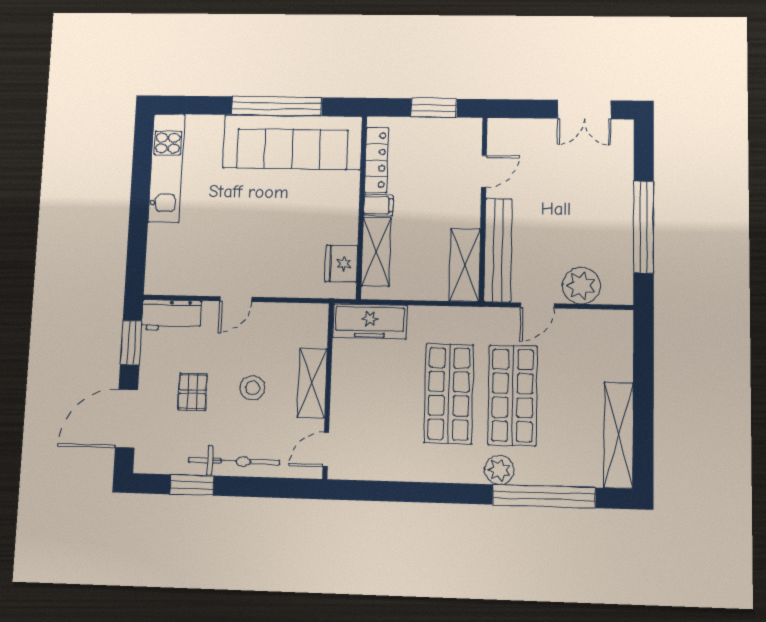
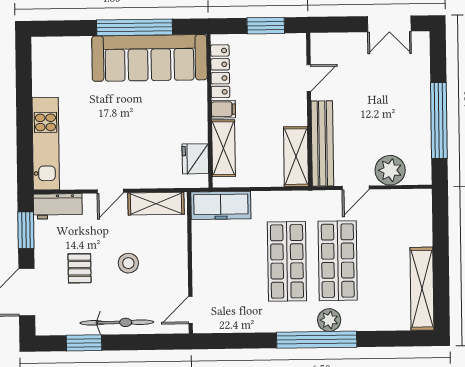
kitchen unit: (166, 168) -> (46, 144), moved
shelving: (312, 383) -> (156, 204), moved, turned 90
window: (544, 496) -> (317, 340), moved

